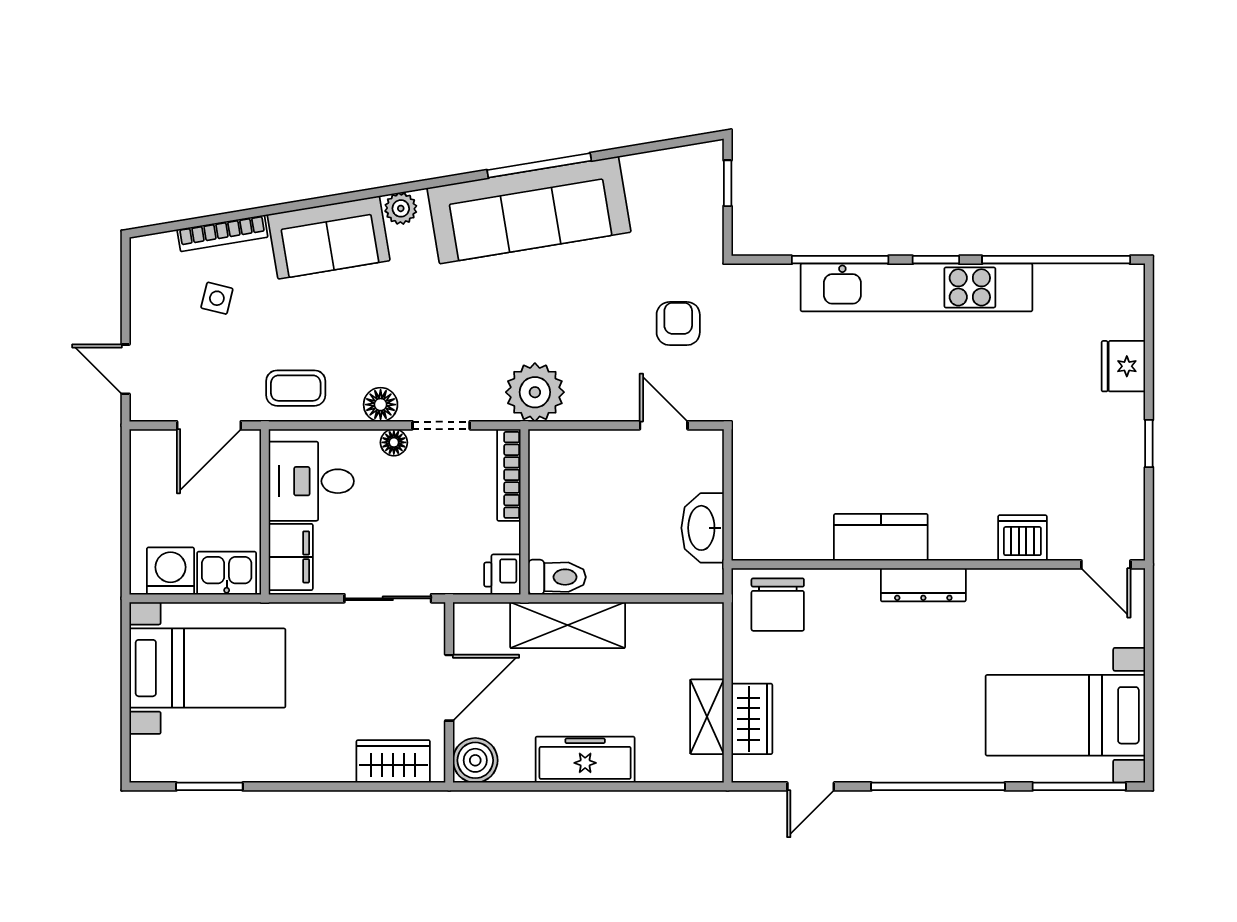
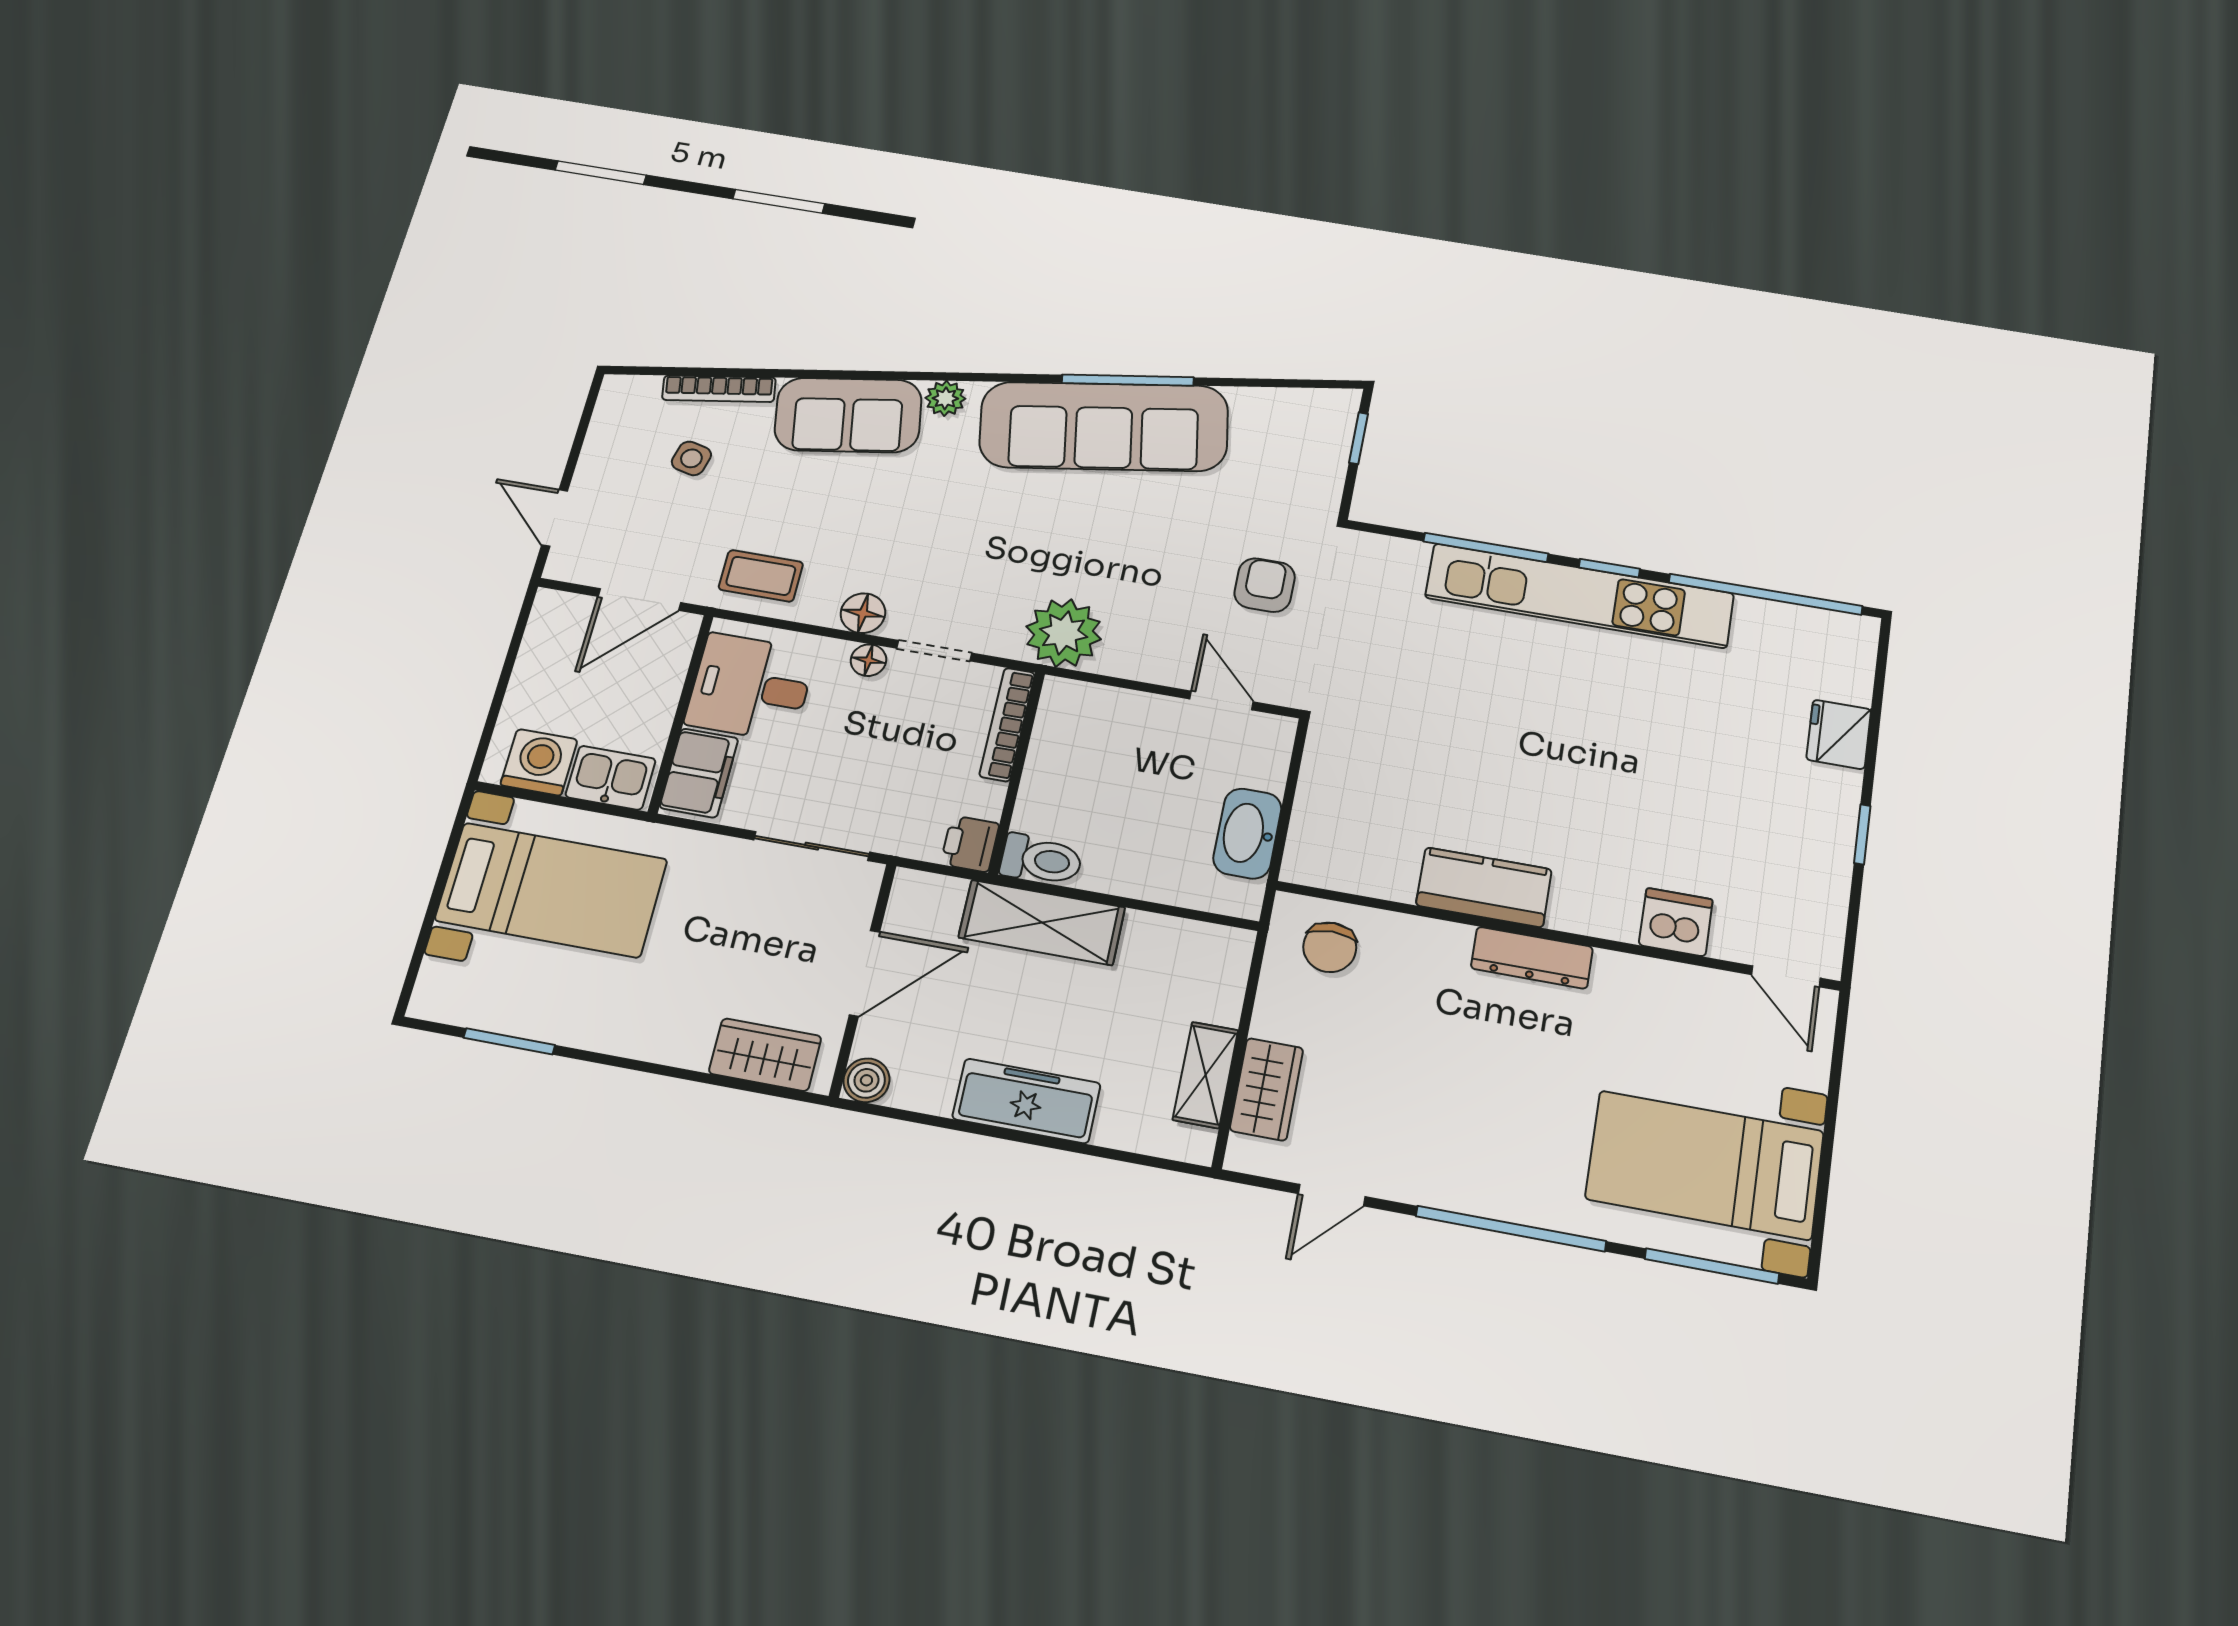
chair: (778, 605) -> (1330, 947), width x0.73, depth x0.73
boiler: (475, 760) -> (866, 1080), width x0.73, depth x0.73

